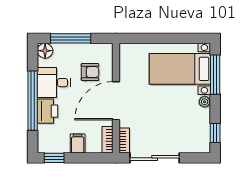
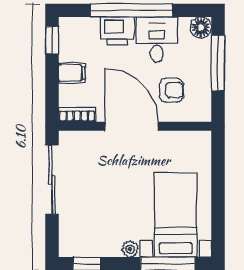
armchair: (90, 72) -> (171, 90), turned -90
bookcase: (124, 141) -> (76, 138), removed

